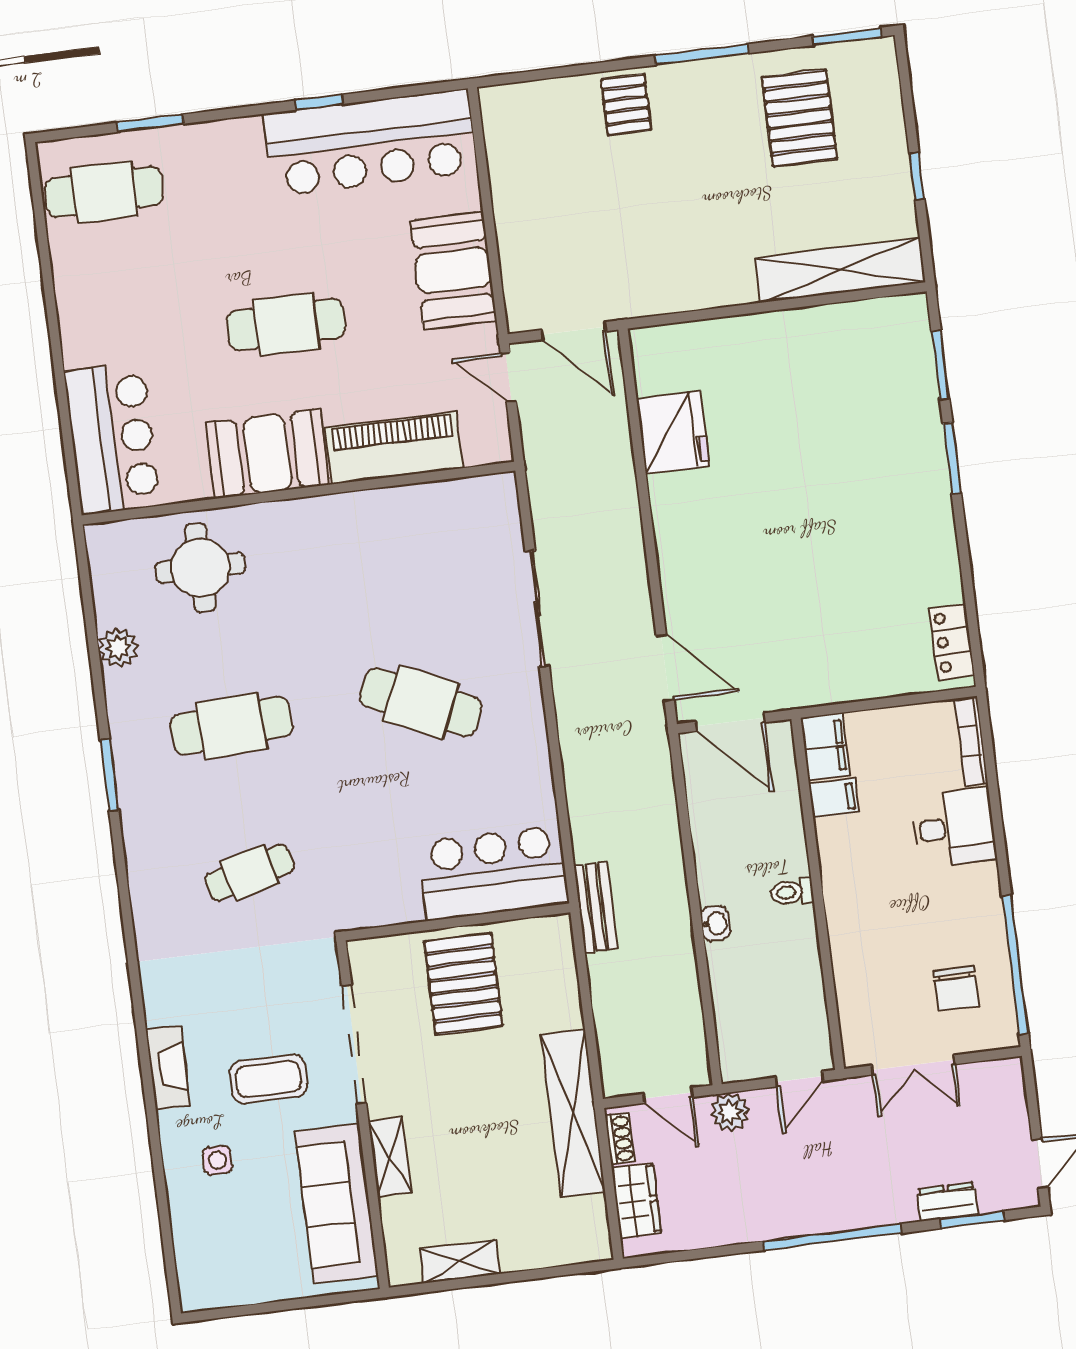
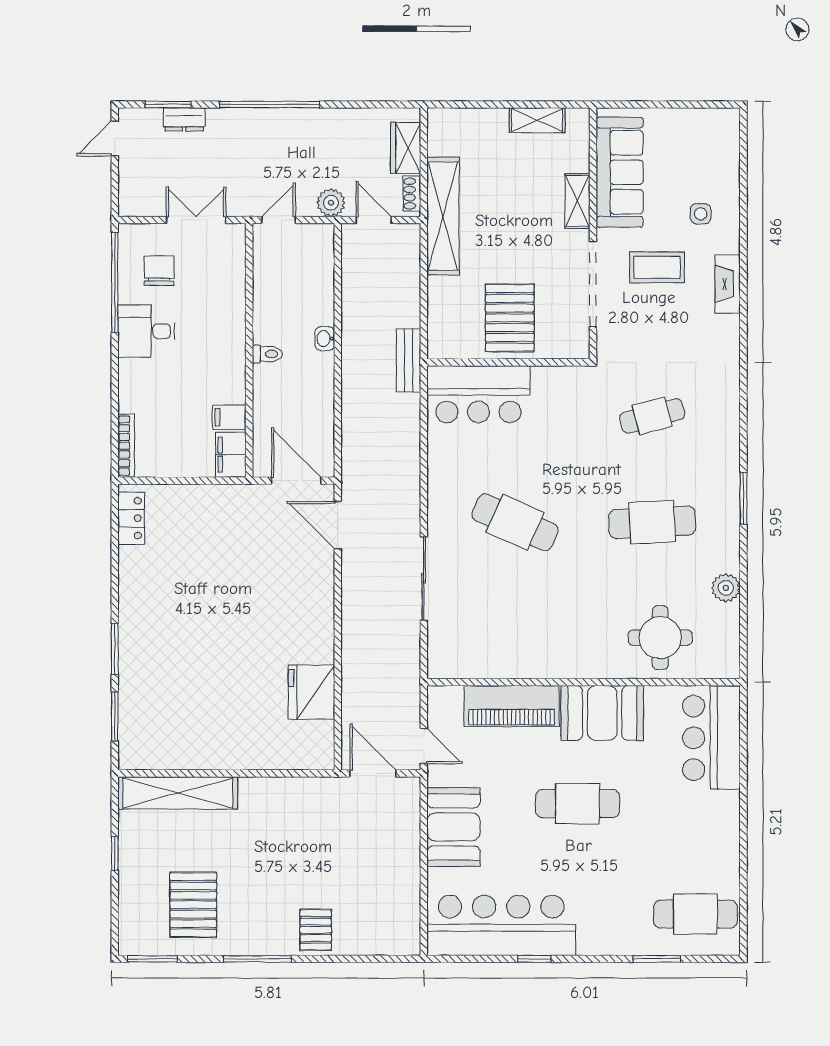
desk: (954, 828) -> (146, 331), moved

